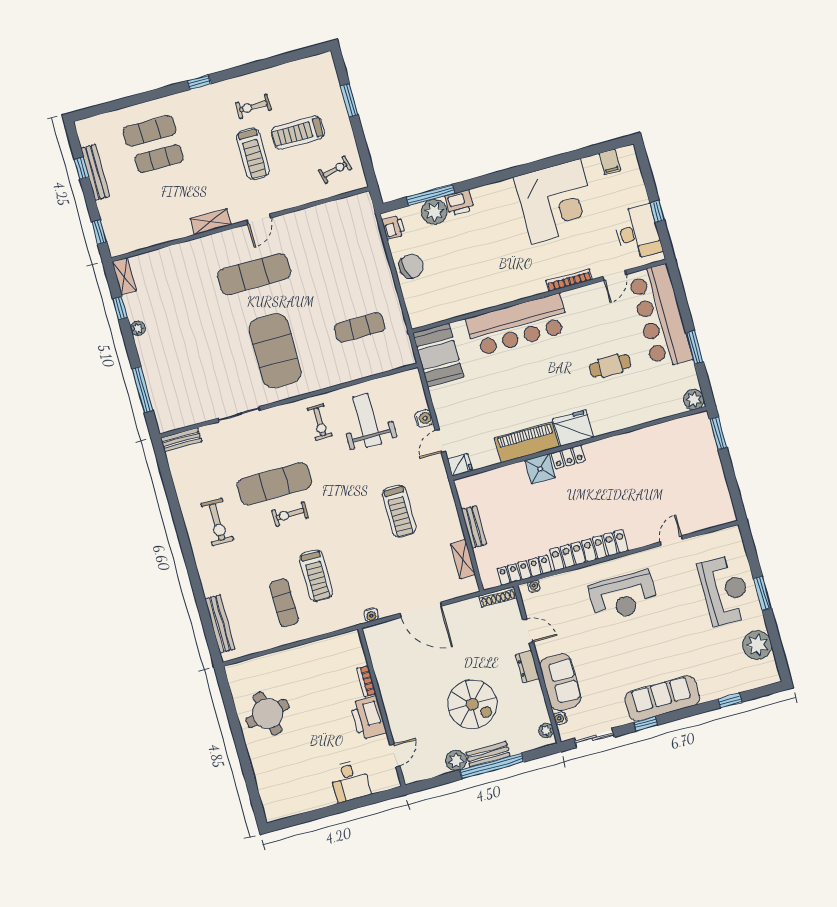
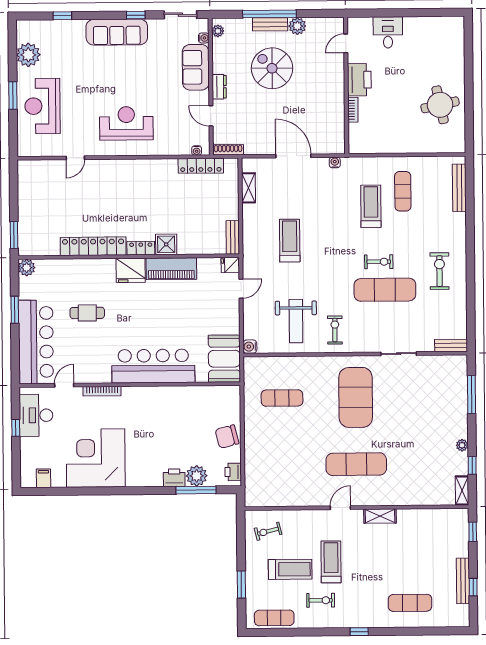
exercise mat: (159, 159) -> (274, 618), moved
water cooler: (424, 418) -> (250, 347), moved
bench: (474, 527) -> (233, 237), moved
locker: (589, 550) -> (93, 246), moved, turned 180

